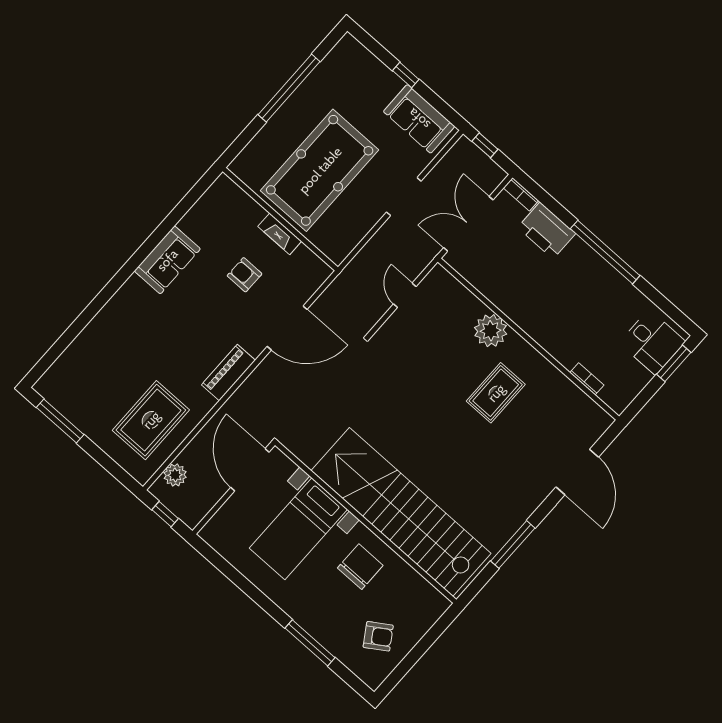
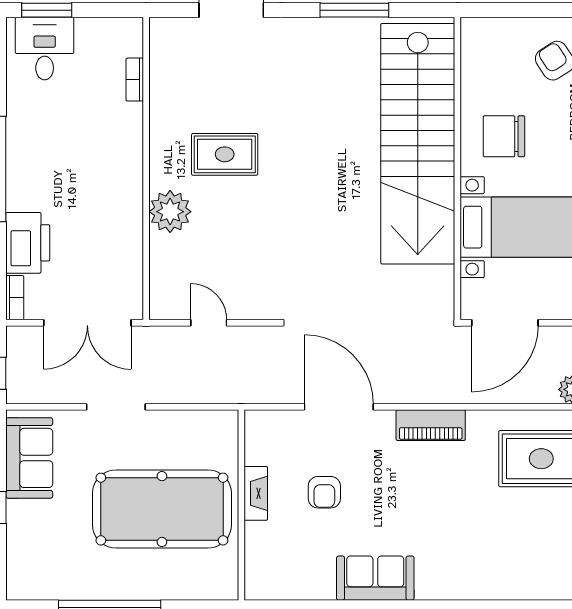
door: (405, 295) -> (209, 323), swing flipped

